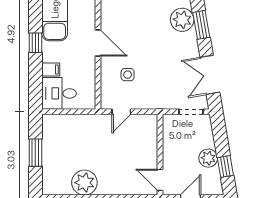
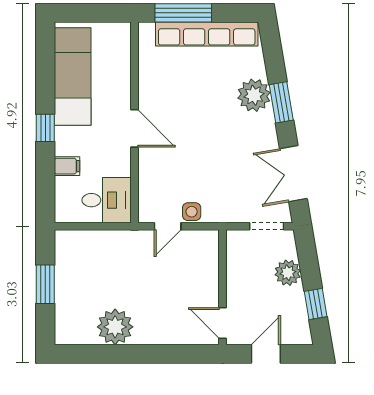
side table: (128, 75) -> (192, 212), moved
desk: (59, 93) -> (107, 200), moved, turned 180
plant: (208, 158) -> (288, 273), moved

